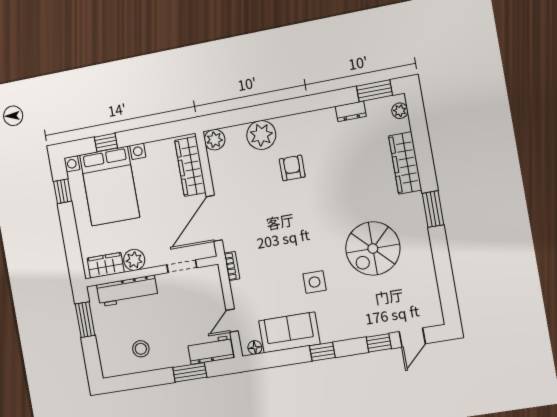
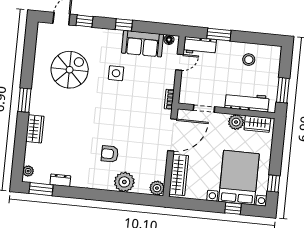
wardrobe: (405, 163) -> (35, 129), width x0.67
armchair: (292, 168) -> (110, 154), turned 90
spiral stairs: (373, 248) -> (70, 70), moved

